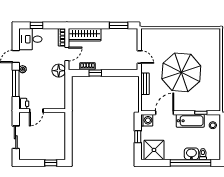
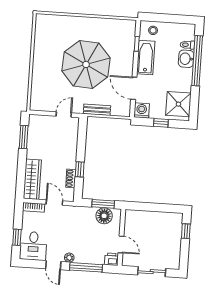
floor lamp: (59, 71) -> (104, 216), moved
window: (68, 94) -> (103, 204), added

